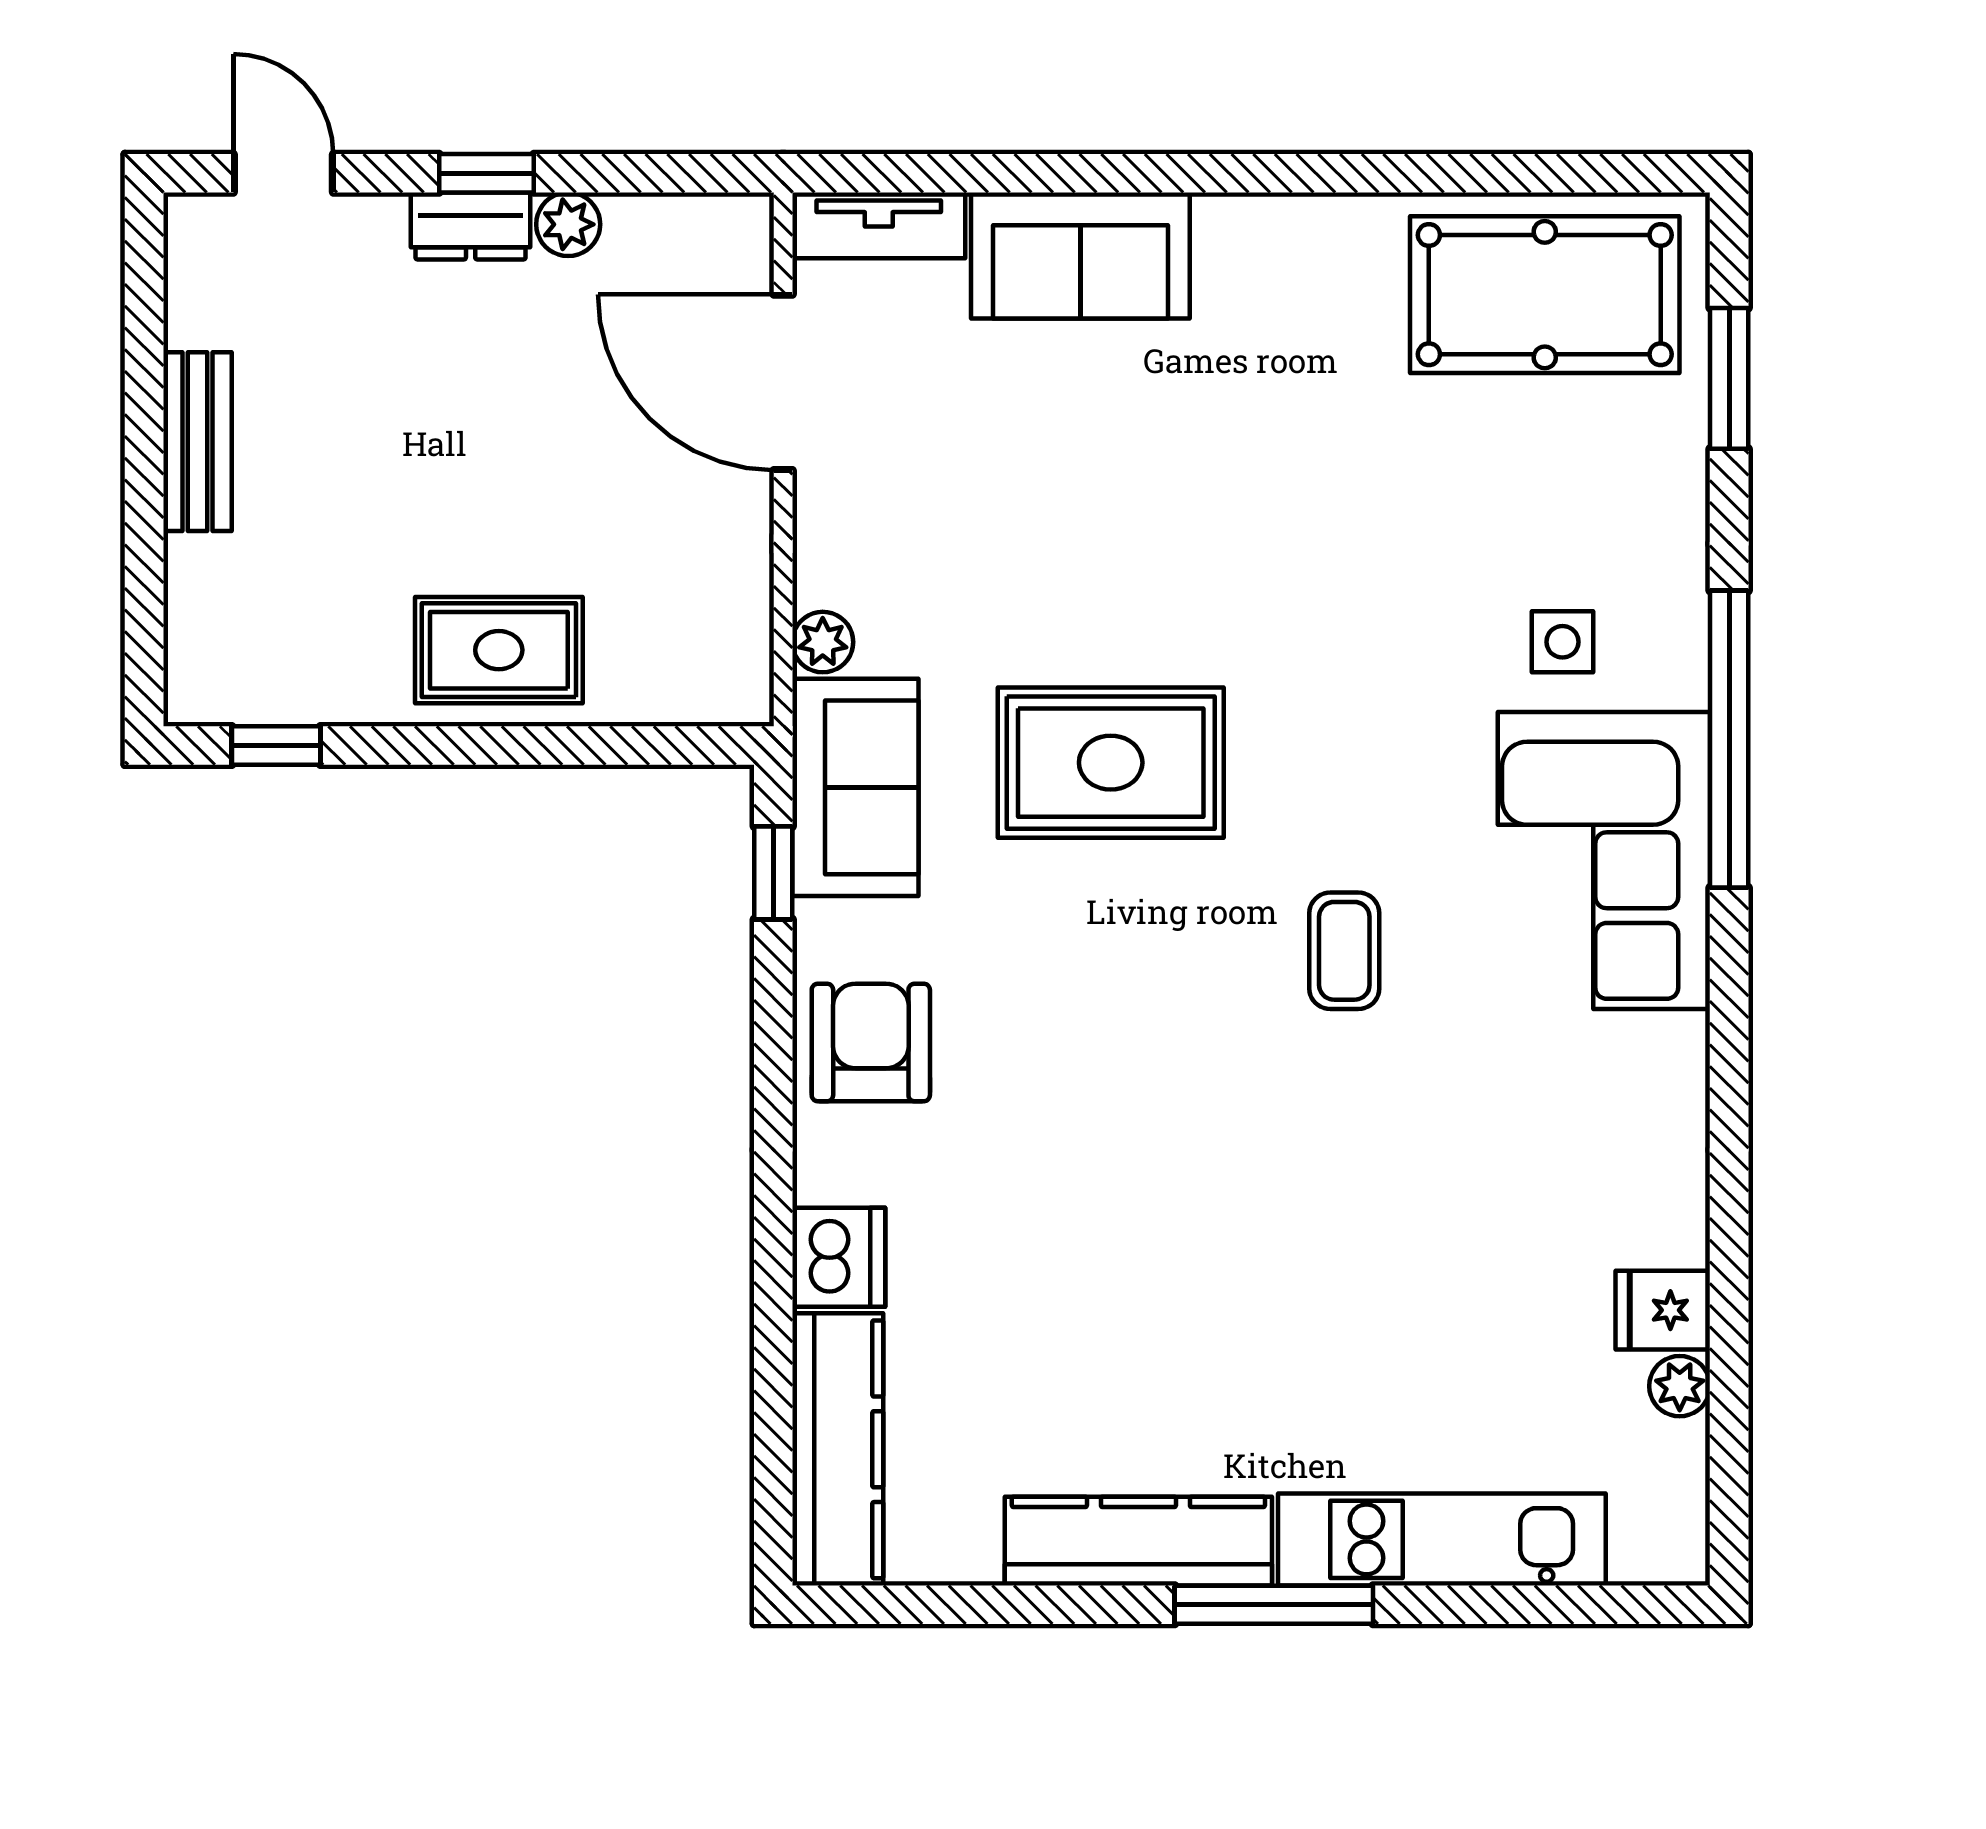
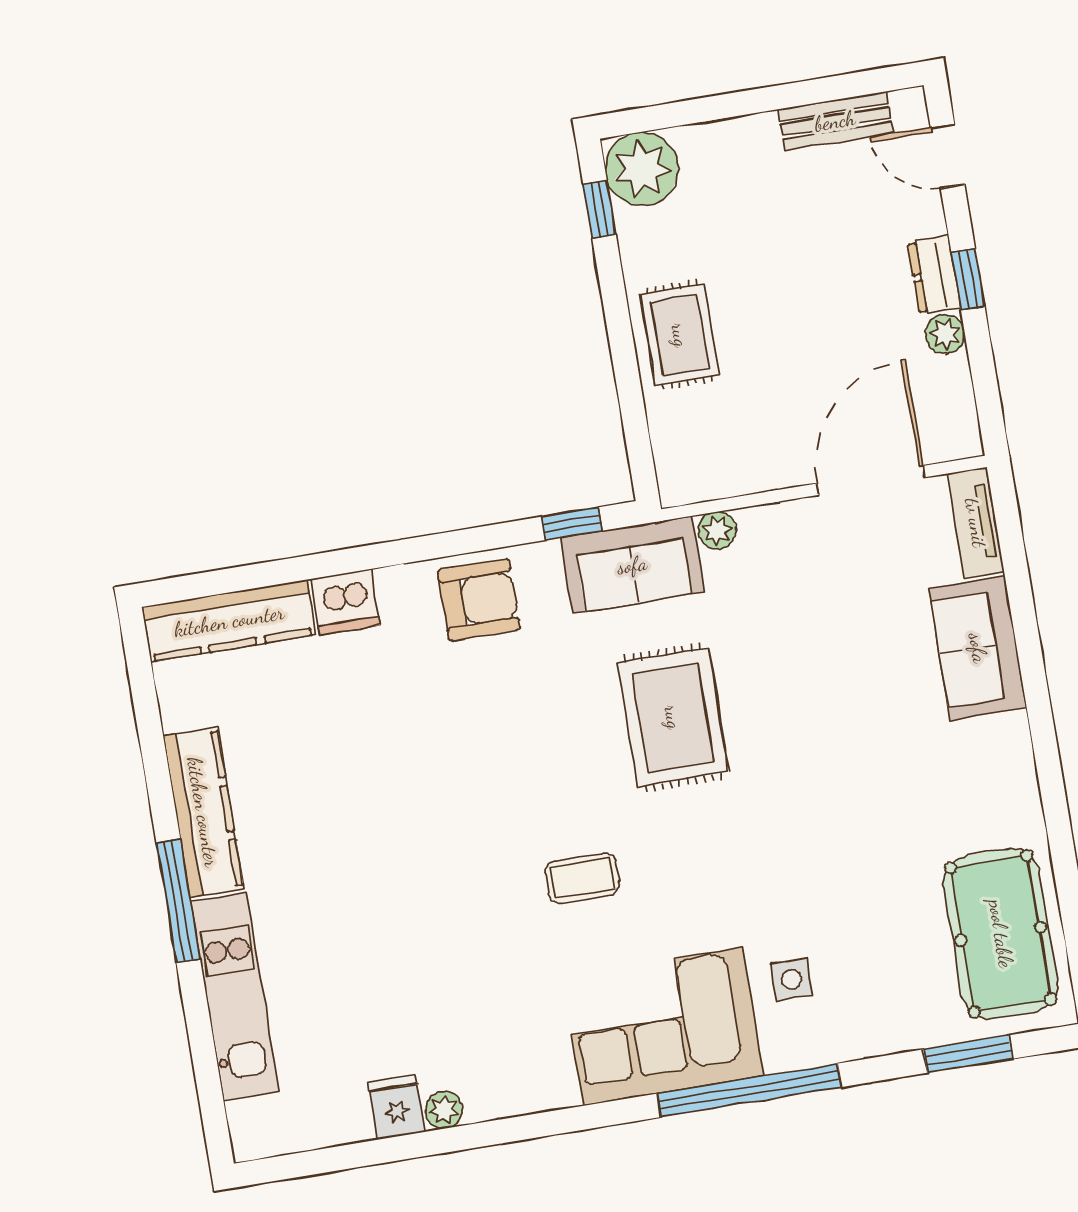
door: (283, 173) -> (947, 156), swing flipped
bench: (197, 442) -> (835, 121), moved
plant: (223, 667) -> (642, 169), added
plant: (1680, 1386) -> (444, 1110), moved

